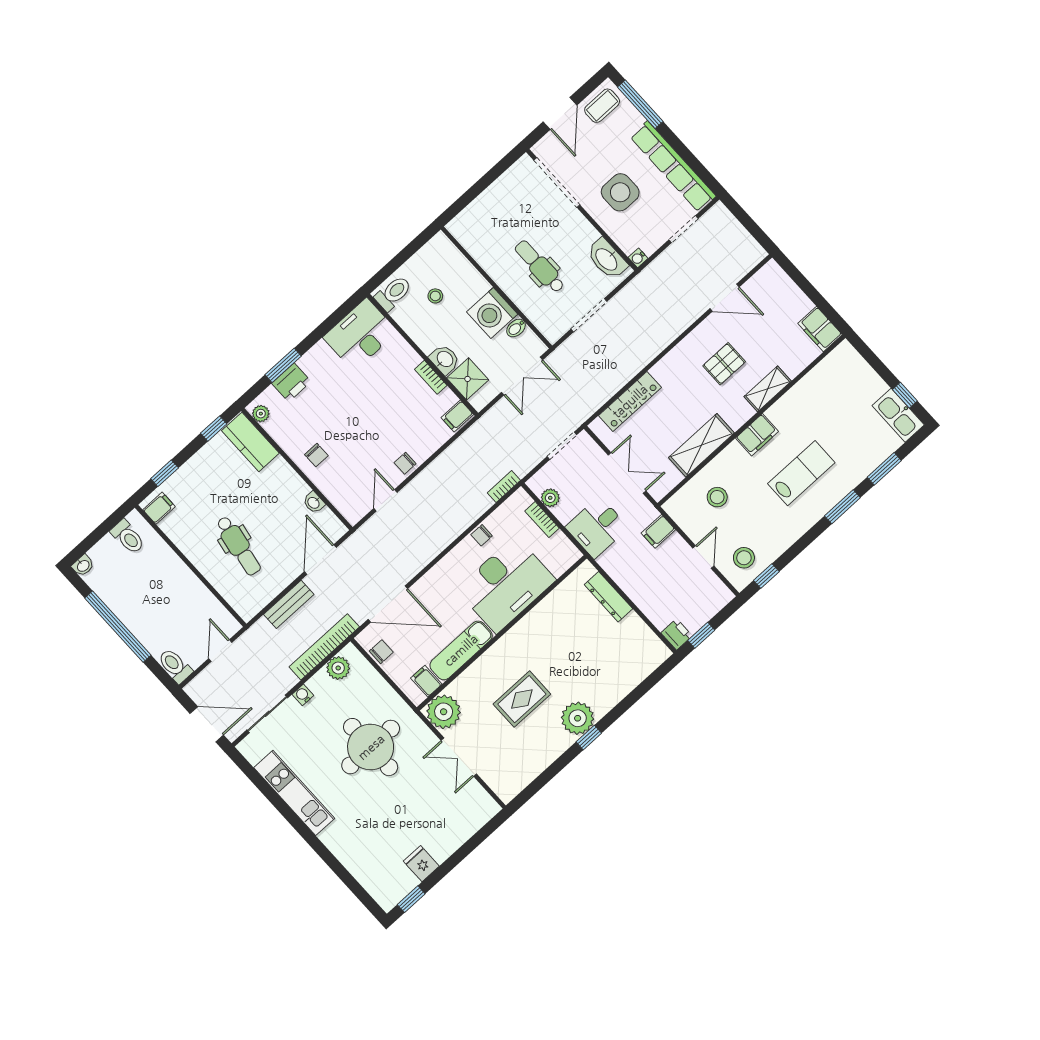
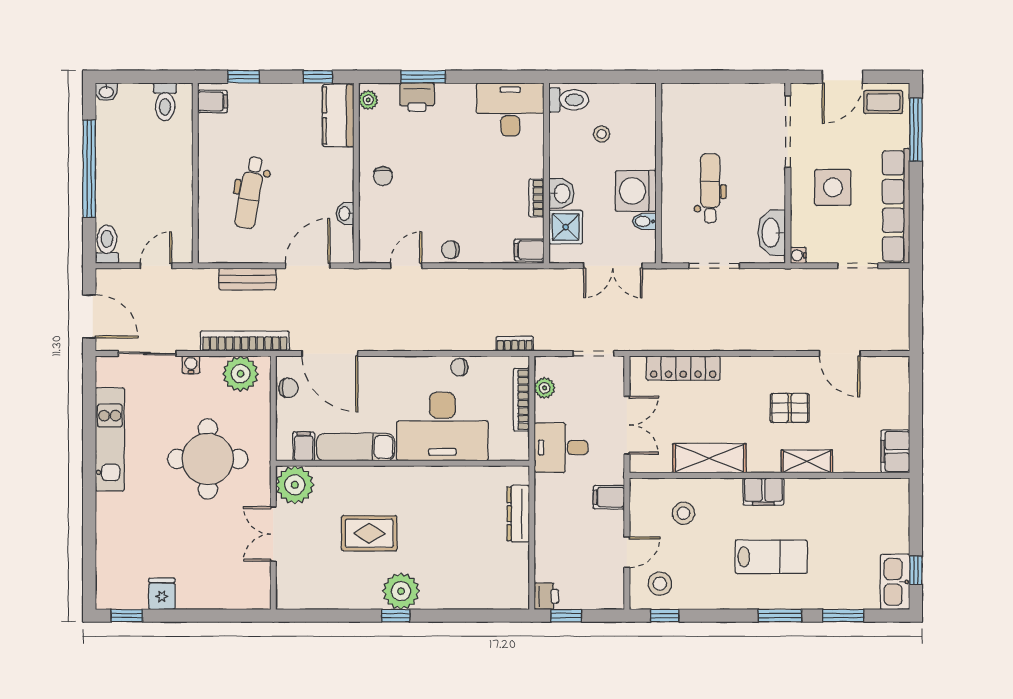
bookcase: (542, 520) -> (521, 400), width x1.56
plant: (338, 668) -> (241, 374), width x1.36, depth x1.36

